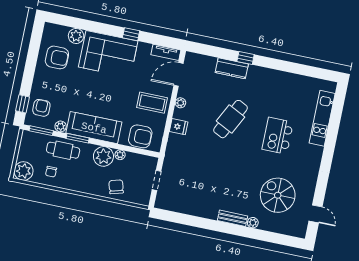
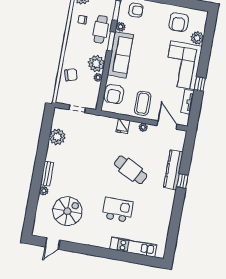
tv unit: (166, 52) -> (188, 102), moved
kitchen counter: (232, 68) -> (173, 170), width x1.50
plant: (189, 205) -> (57, 137), added

